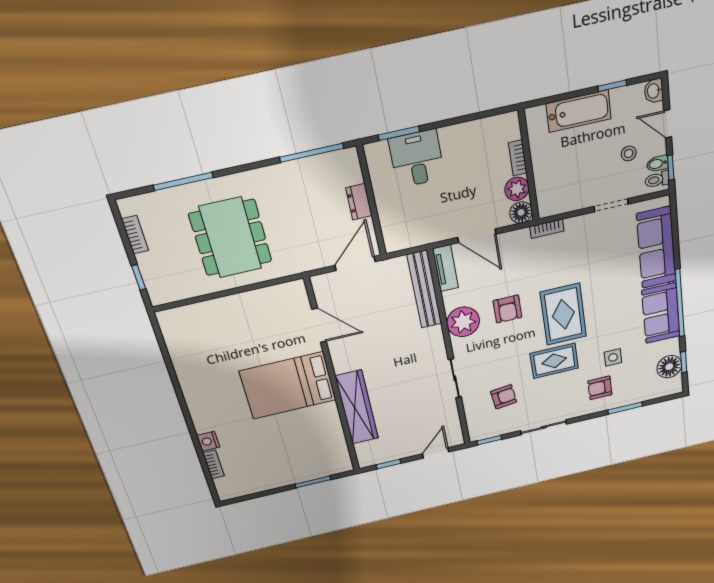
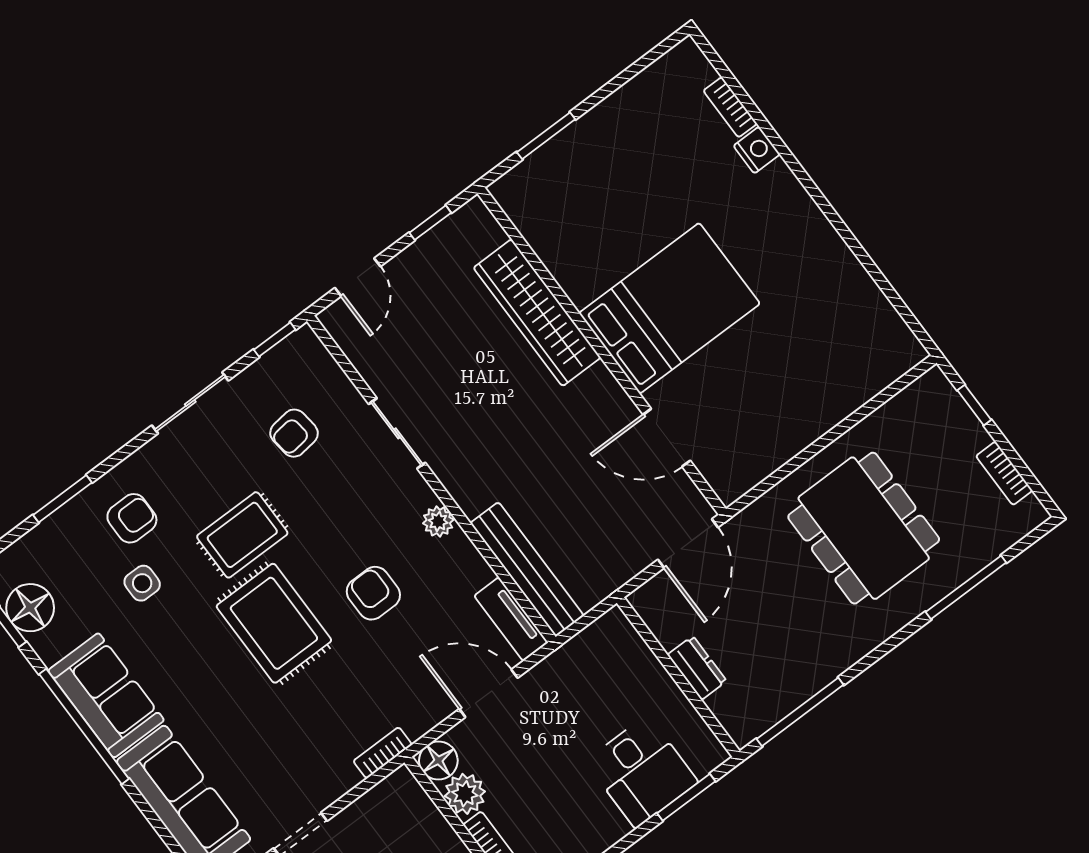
door: (355, 264) -> (688, 544), moved
plant: (463, 322) -> (438, 521), width x0.53, depth x0.53

